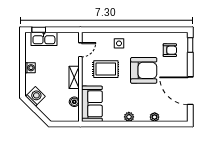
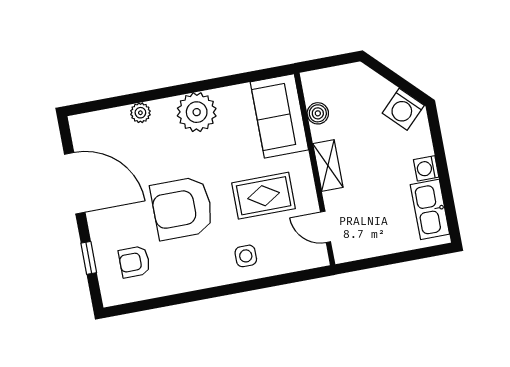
window: (39, 30) -> (423, 253), removed
kitchen sink: (44, 39) -> (430, 209), moved, turned -90
window: (190, 45) -> (89, 258), moved
door: (80, 50) -> (326, 227), hinge flipped
plant: (129, 117) -> (197, 112), width x1.88, depth x1.88

